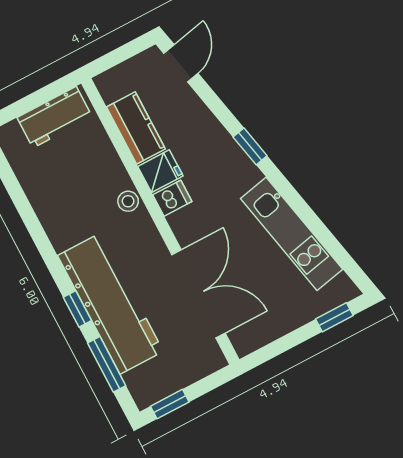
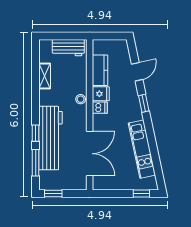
door: (181, 63) -> (137, 72), moved
shelving: (38, 193) -> (45, 76), added

